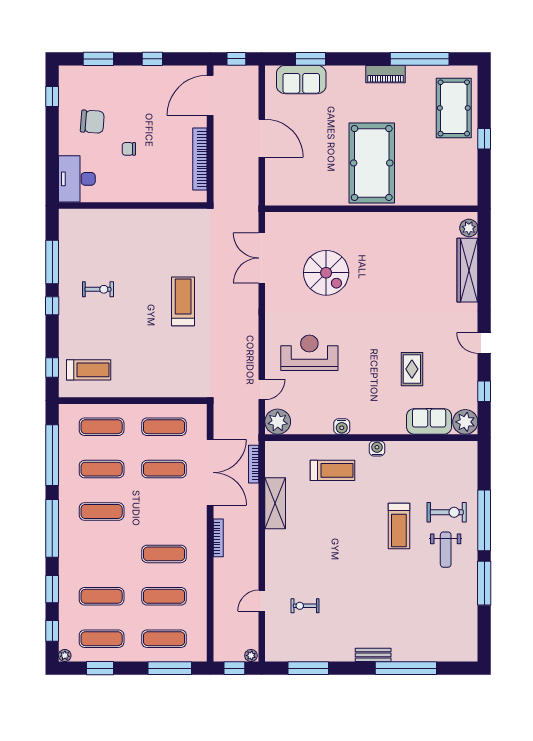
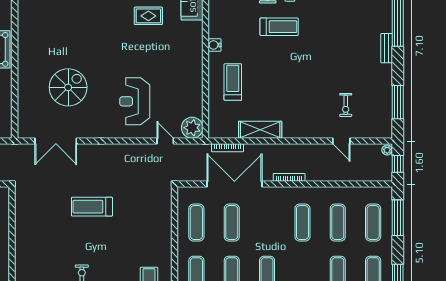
water cooler: (342, 427) -> (196, 74), removed

